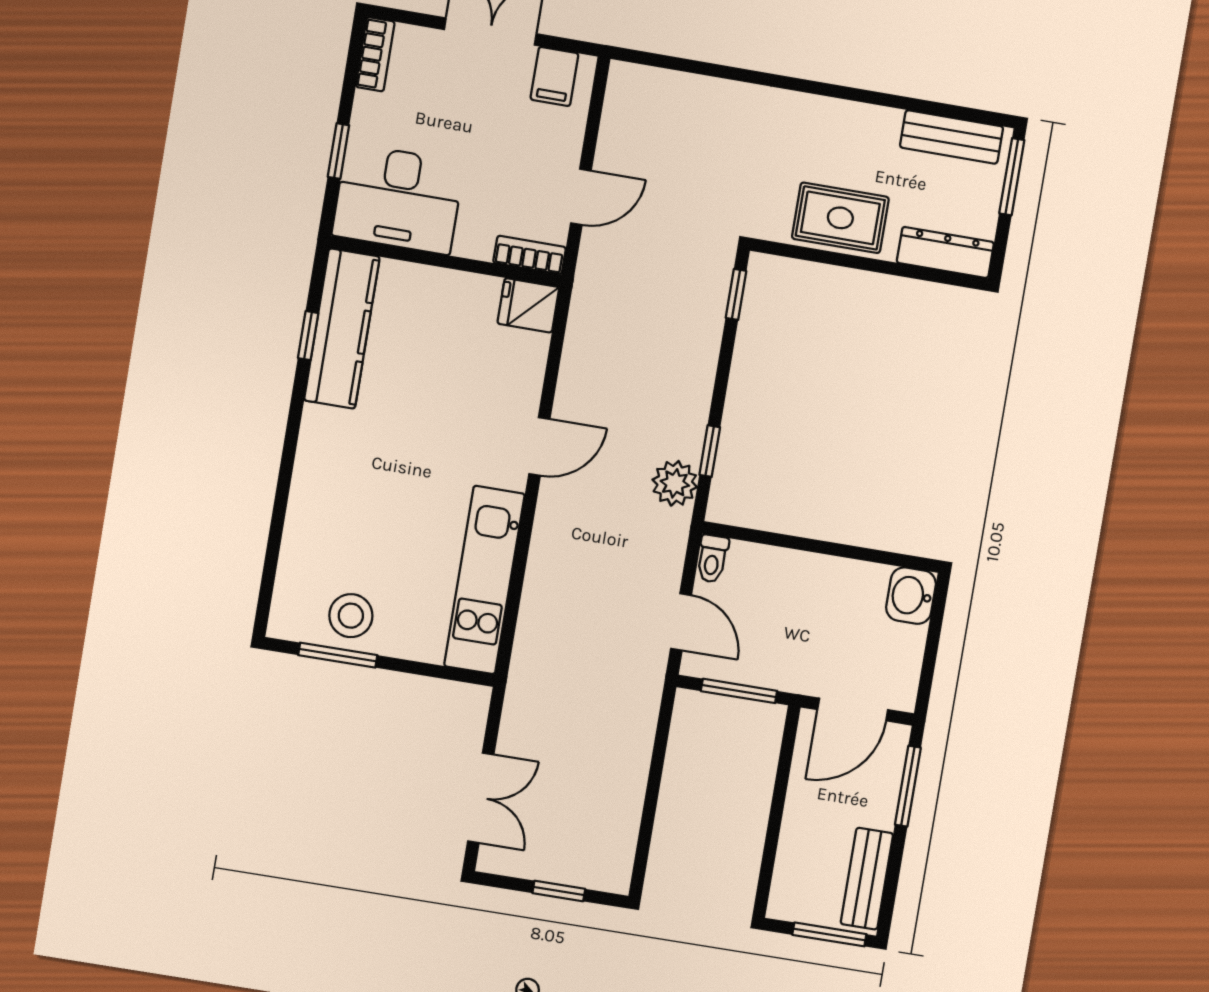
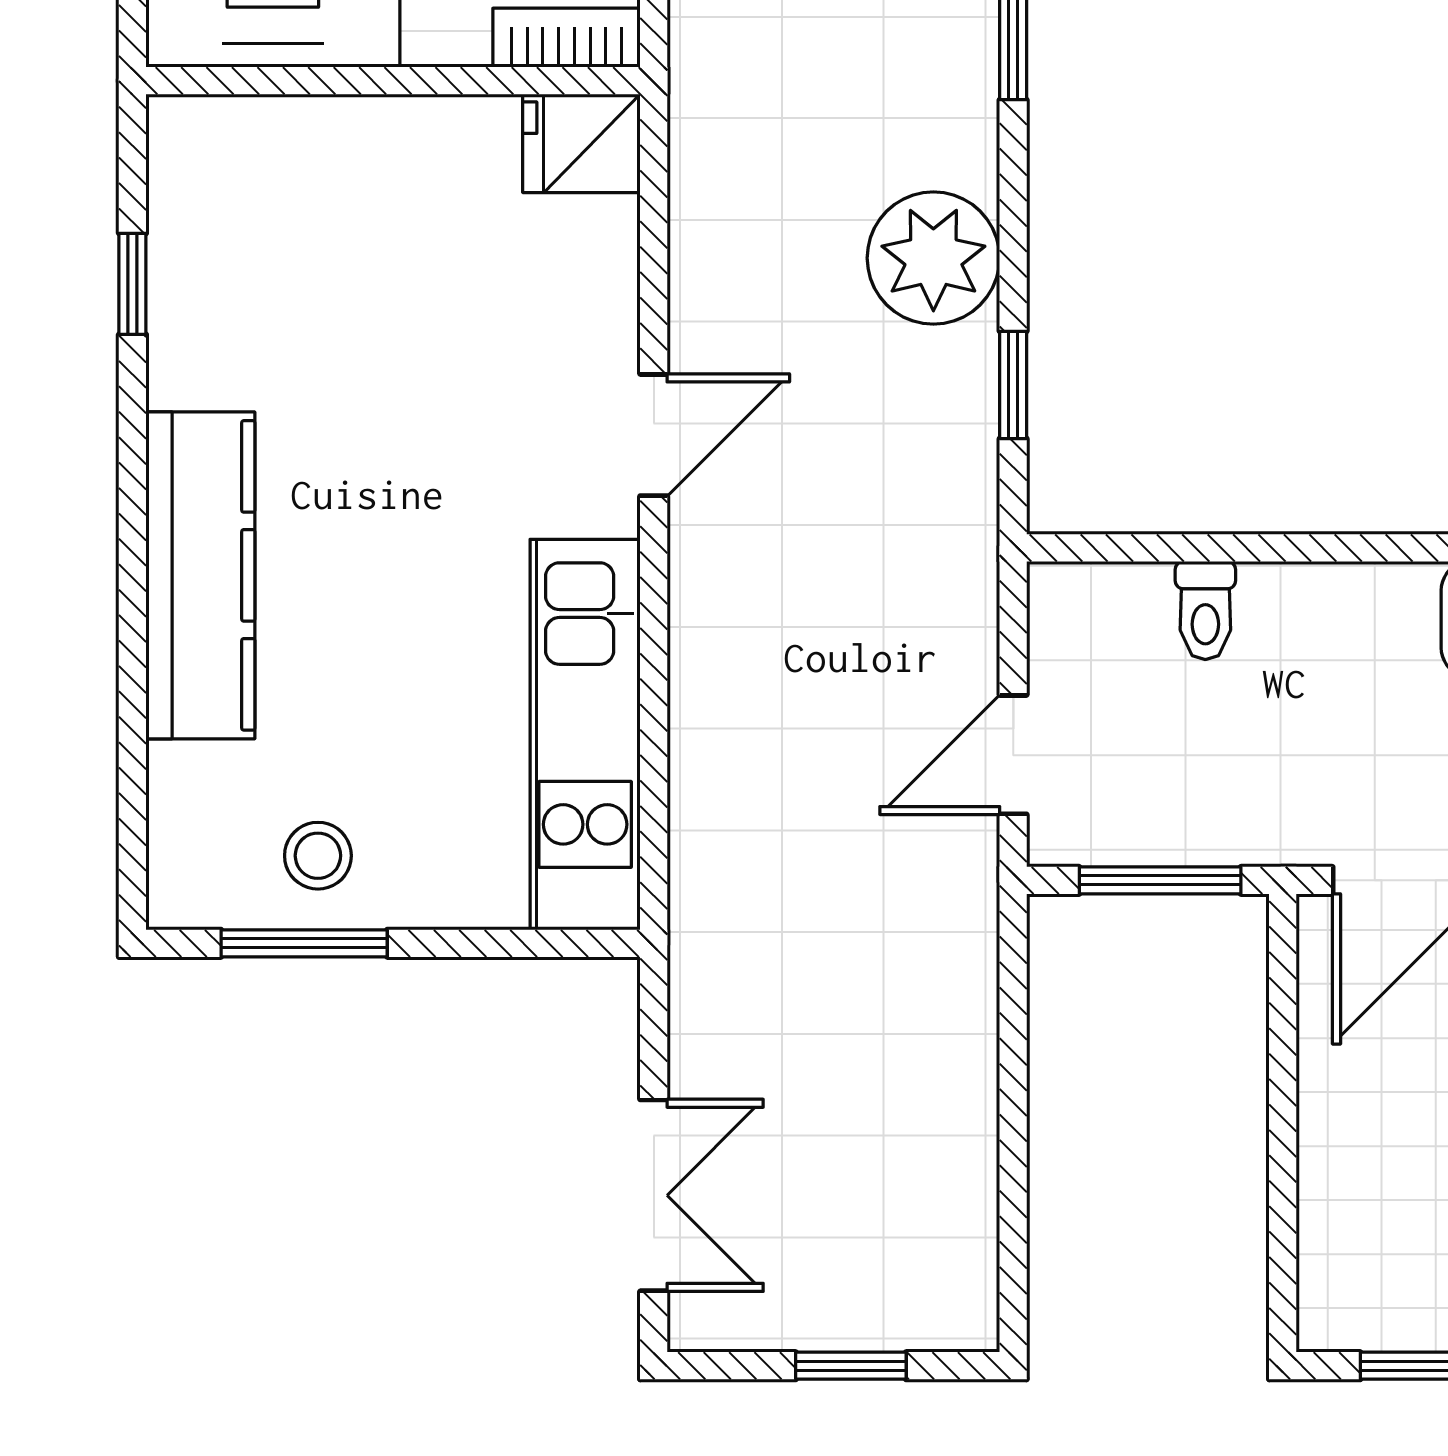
kitchen counter: (342, 329) -> (200, 575), moved
plant: (675, 483) -> (933, 258), moved, width x1.36, depth x1.36
toilet: (712, 559) -> (1205, 610), moved
stool: (351, 616) -> (318, 856), width x0.73, depth x0.73
door: (681, 622) -> (1013, 755), swing flipped

